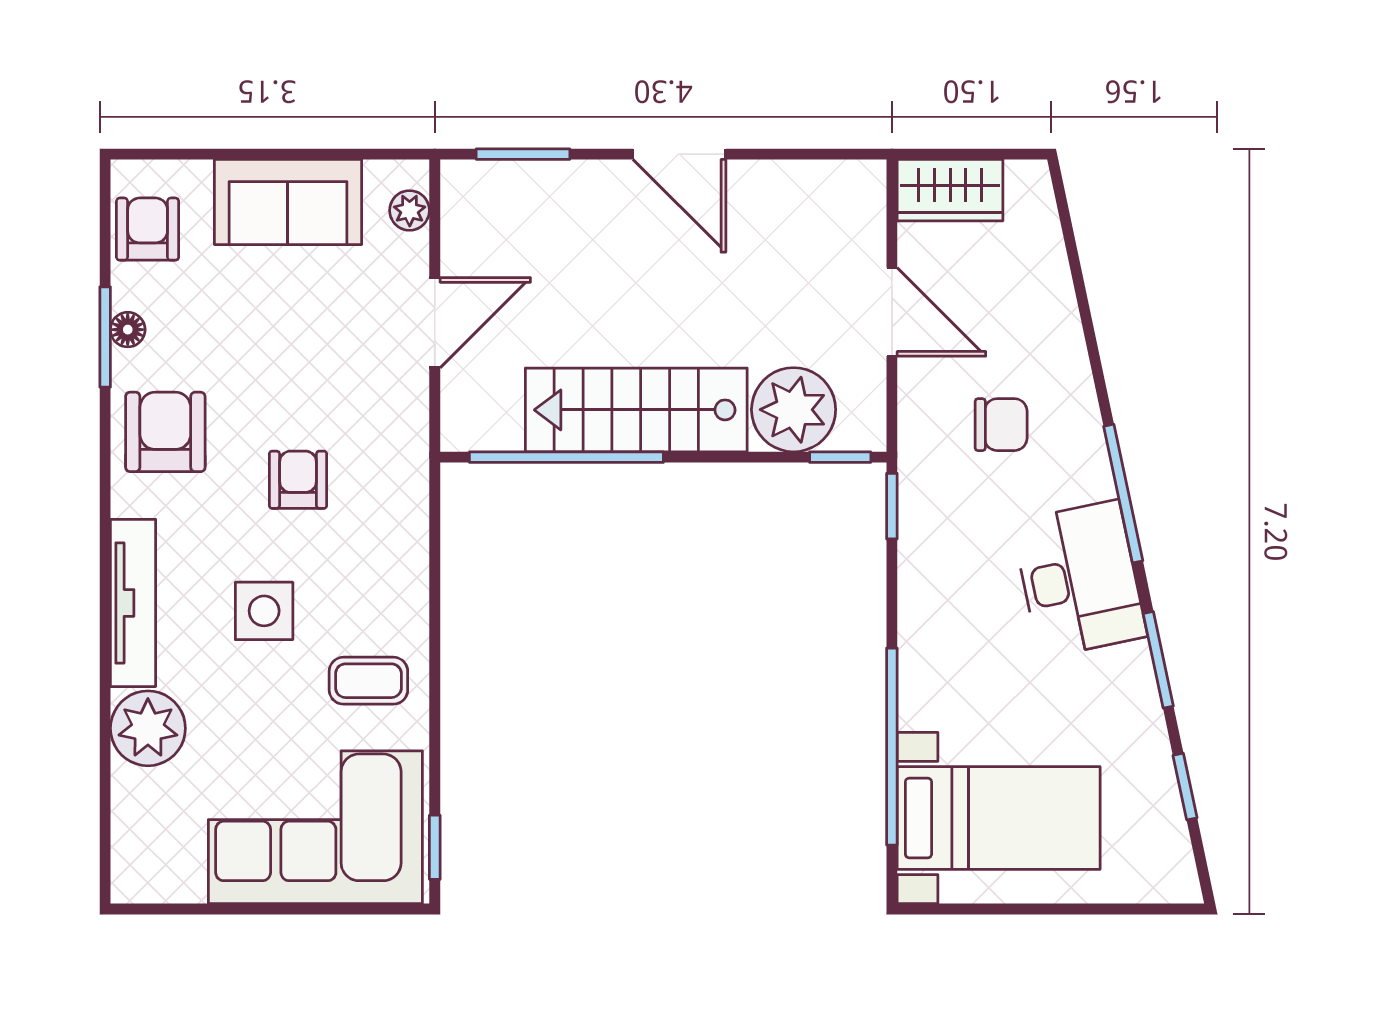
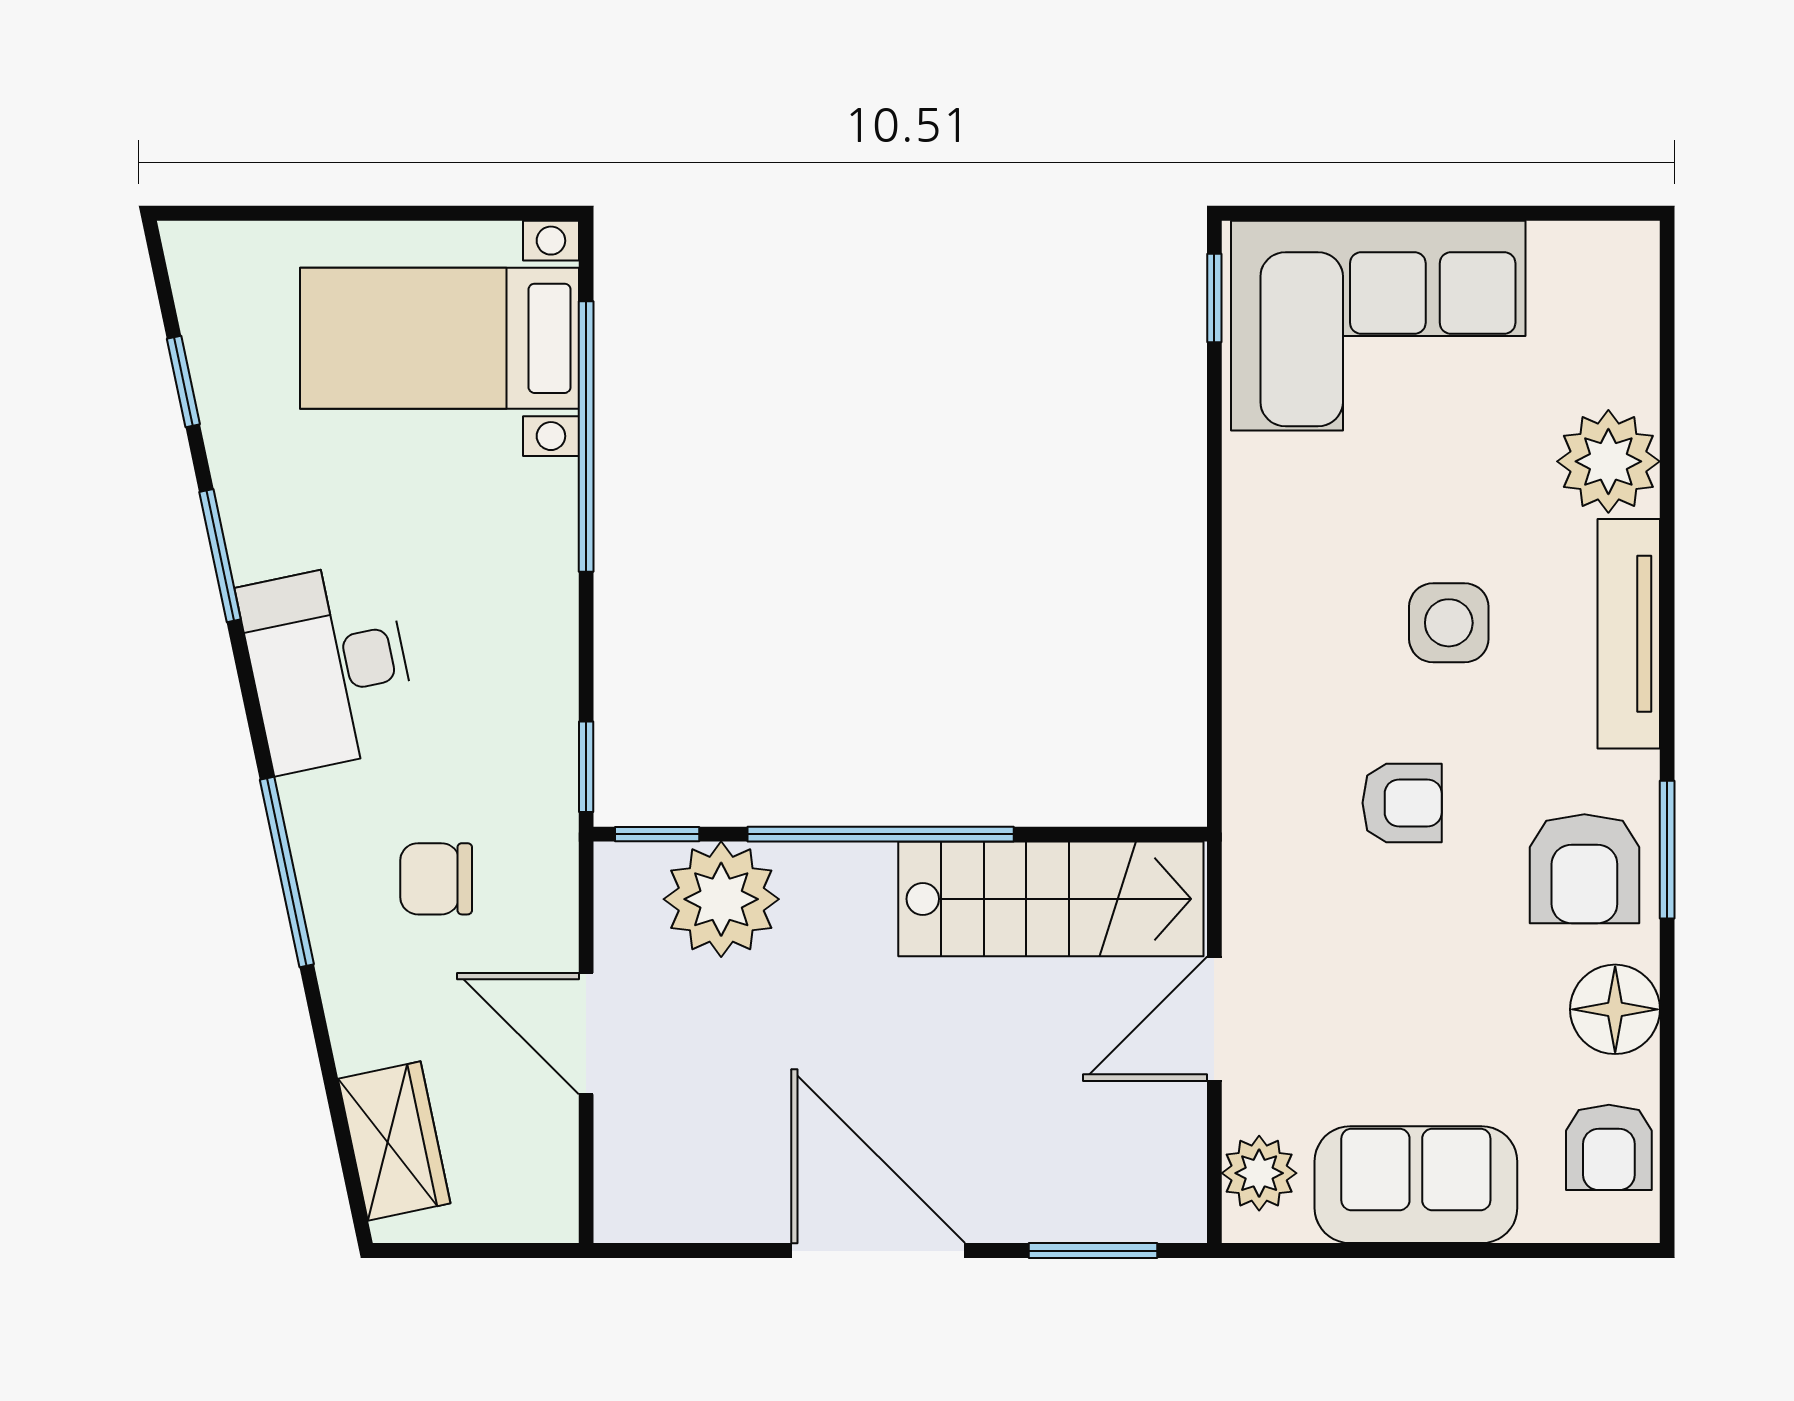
door: (679, 154) -> (878, 1251), width x1.36
wardrobe: (950, 190) -> (394, 1141), moved, turned 78
plant: (410, 210) -> (1259, 1173), width x1.38, depth x1.38
floor lamp: (128, 330) -> (1615, 1009), width x1.89, depth x1.89
window: (105, 337) -> (1667, 850), moved
stairs: (636, 410) -> (1051, 899), moved
window: (566, 457) -> (881, 834), moved
armchair: (298, 480) -> (1402, 803), turned -90
window: (1123, 494) -> (287, 872), moved
coffee table: (368, 681) -> (1305, 527), removed

